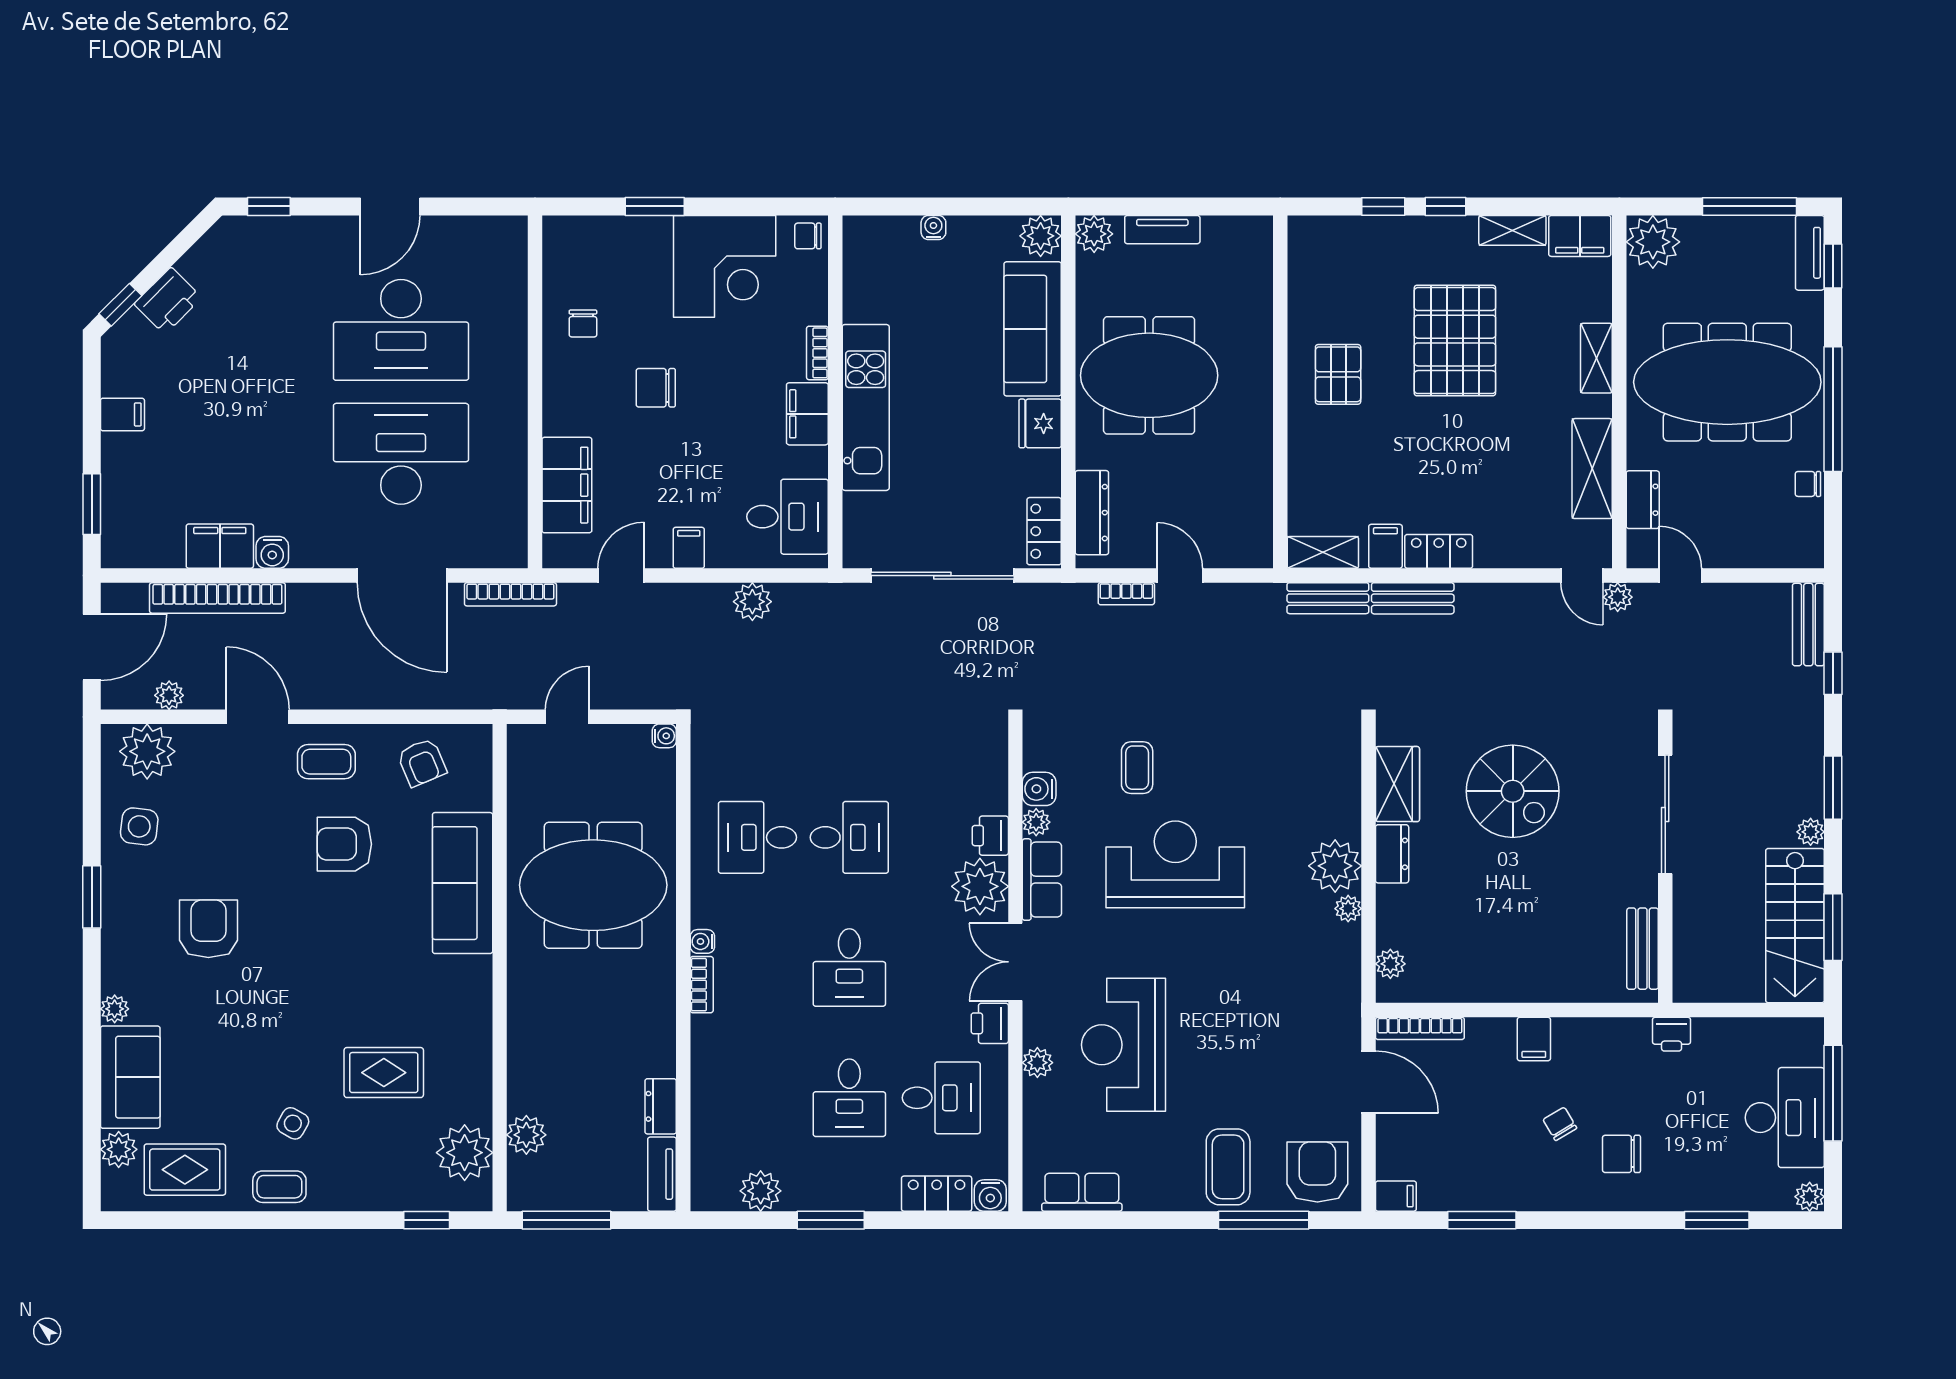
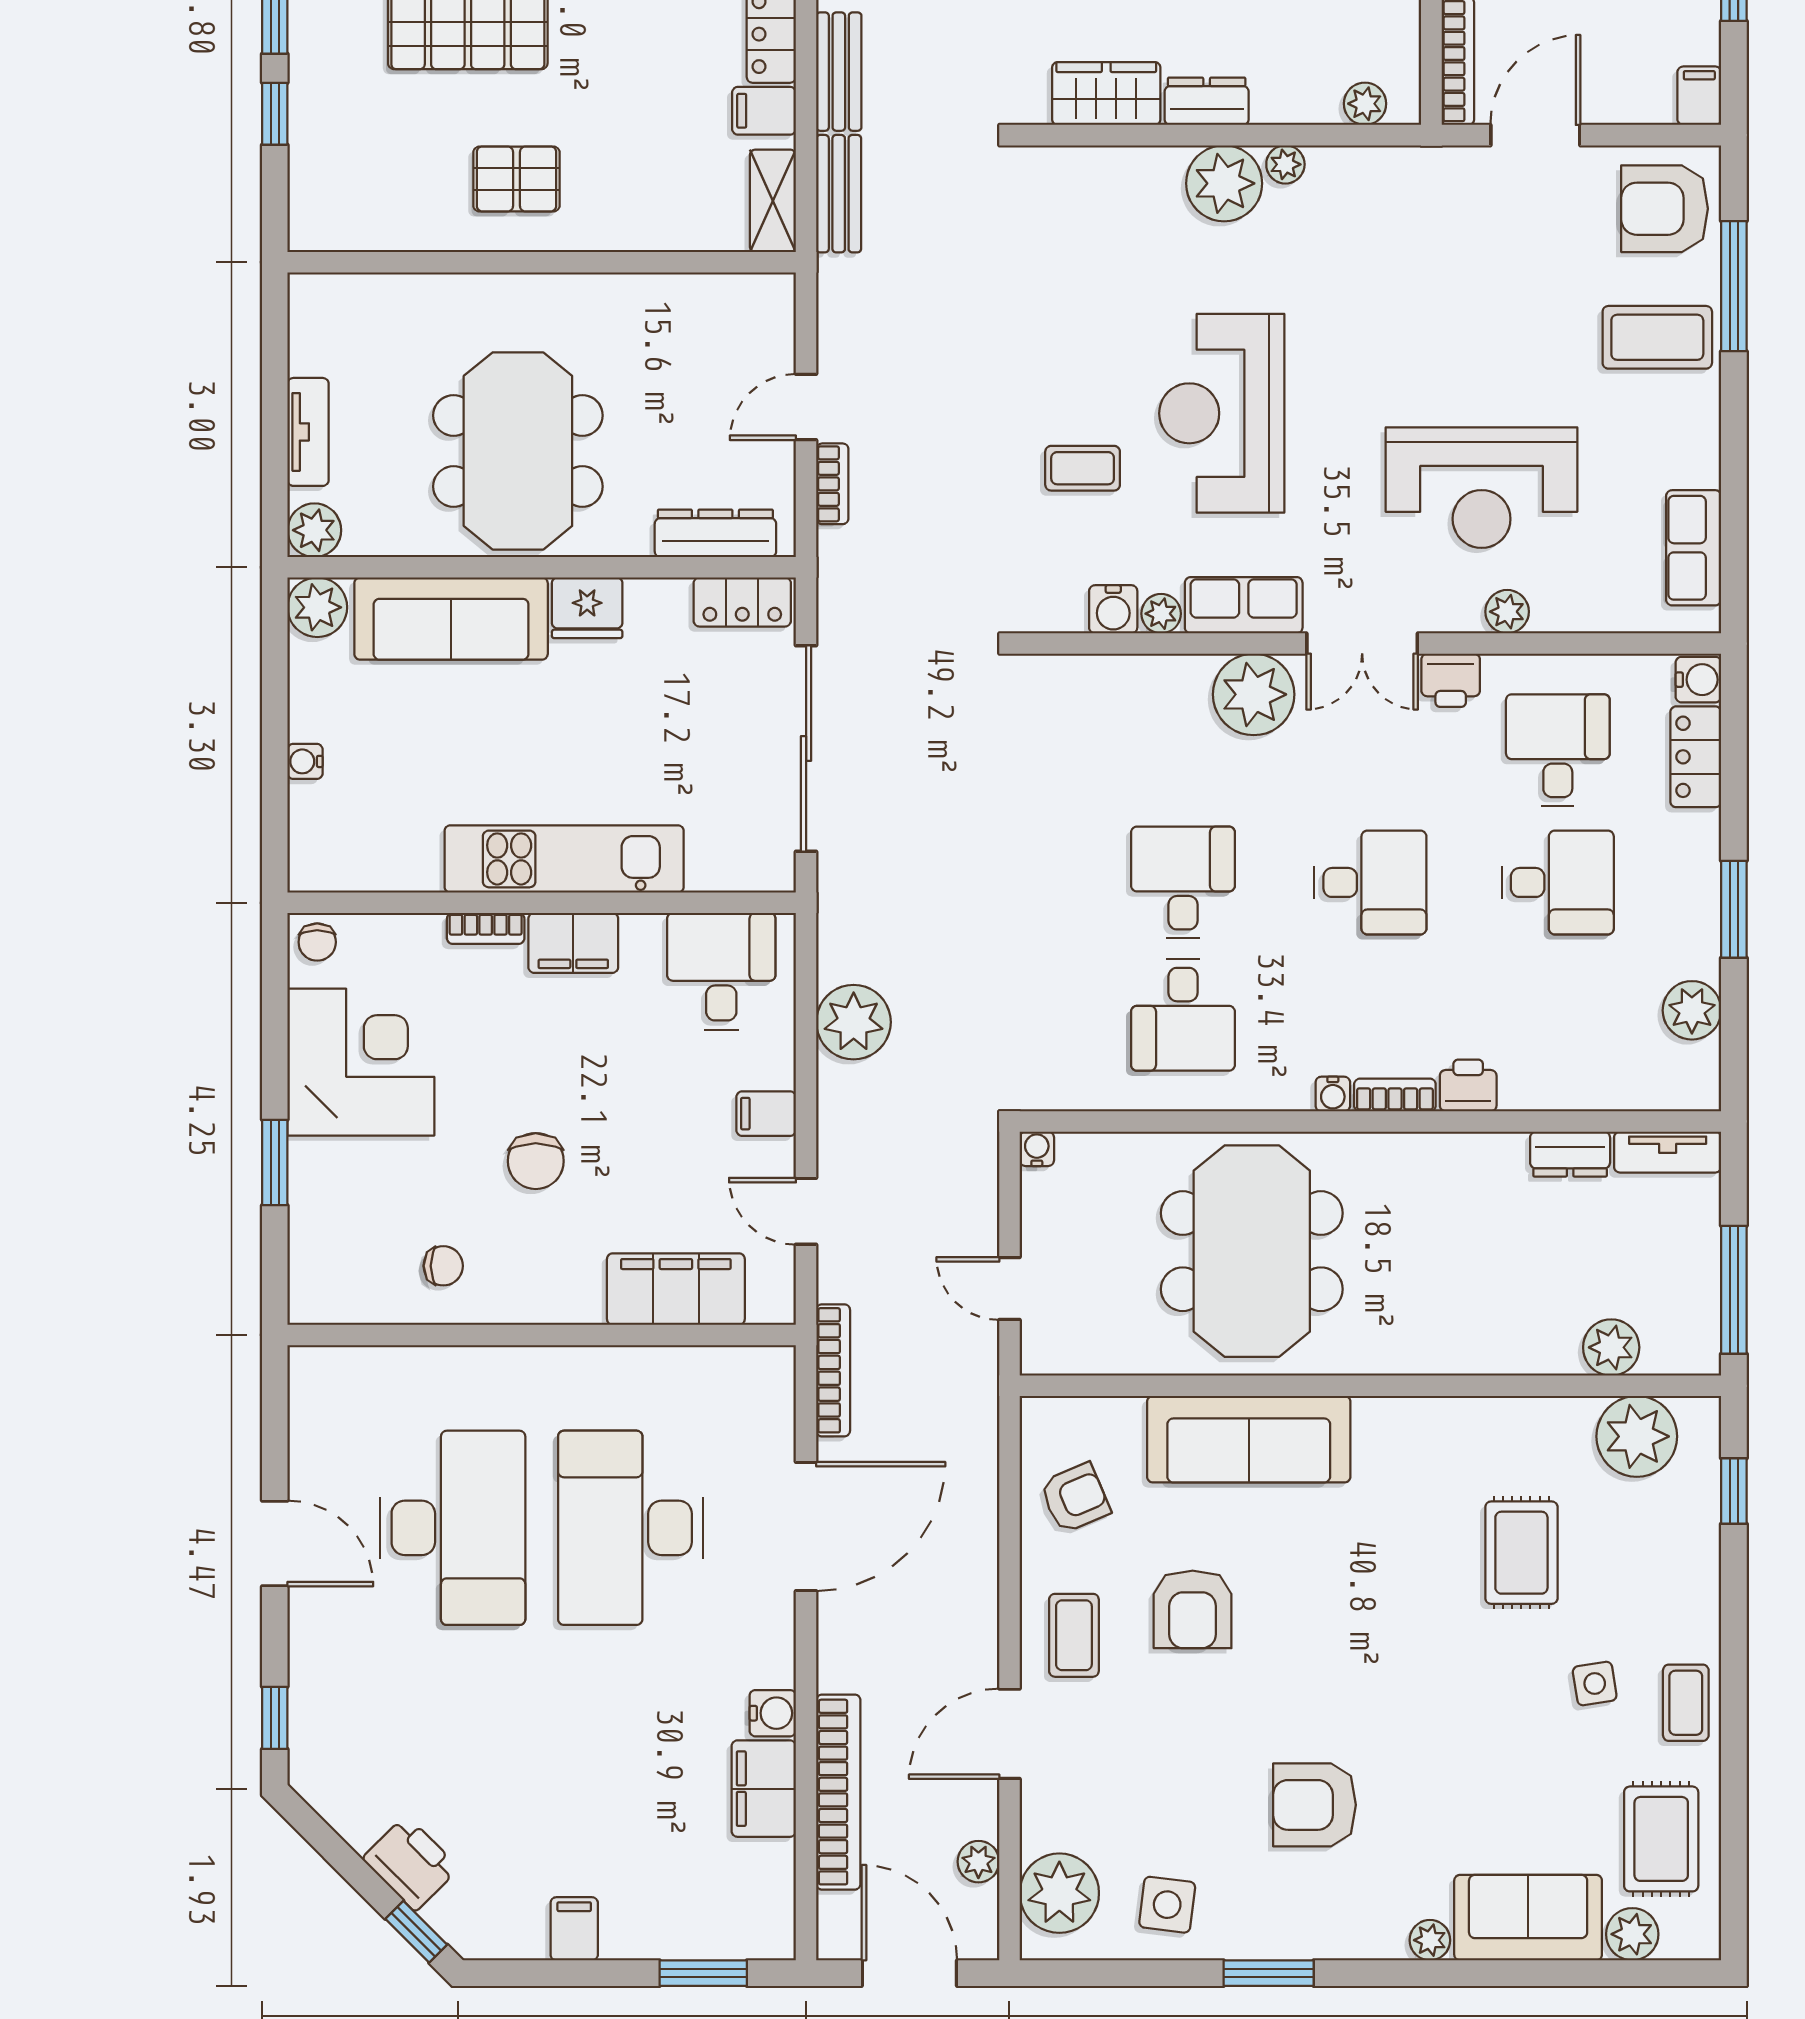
plant: (752, 602) -> (854, 1022), width x1.36, depth x1.36
printer: (990, 836) -> (1468, 1085), moved, turned 180
side table: (293, 1123) -> (1595, 1683), turned -38

